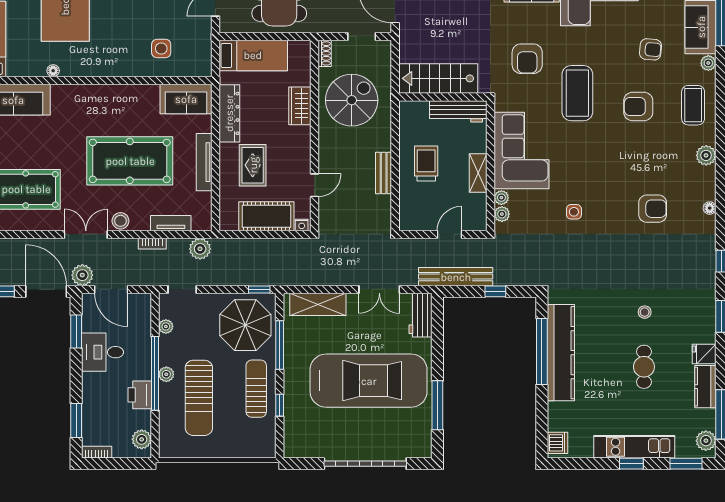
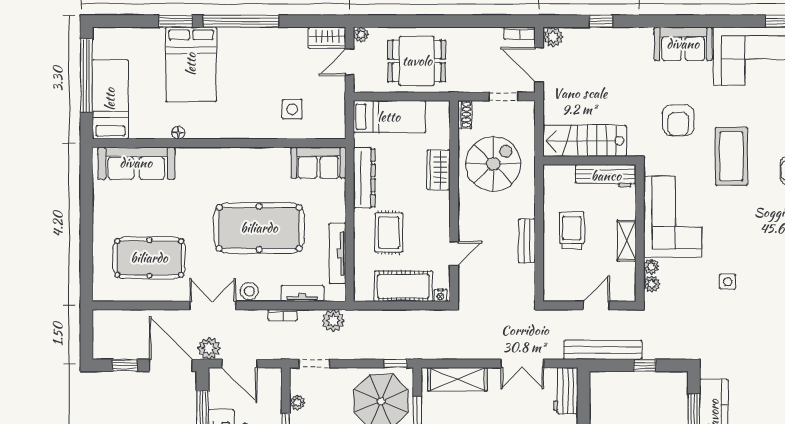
tv unit: (204, 162) -> (337, 253), moved

